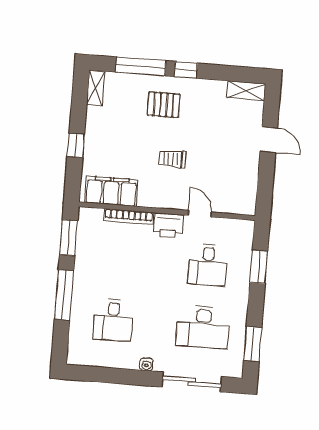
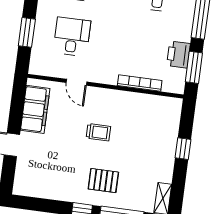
shelving: (246, 91) -> (30, 189), removed
filing cabinet: (111, 191) -> (35, 109), moved, turned -90
printer: (168, 225) -> (178, 55), moved, turned -90

